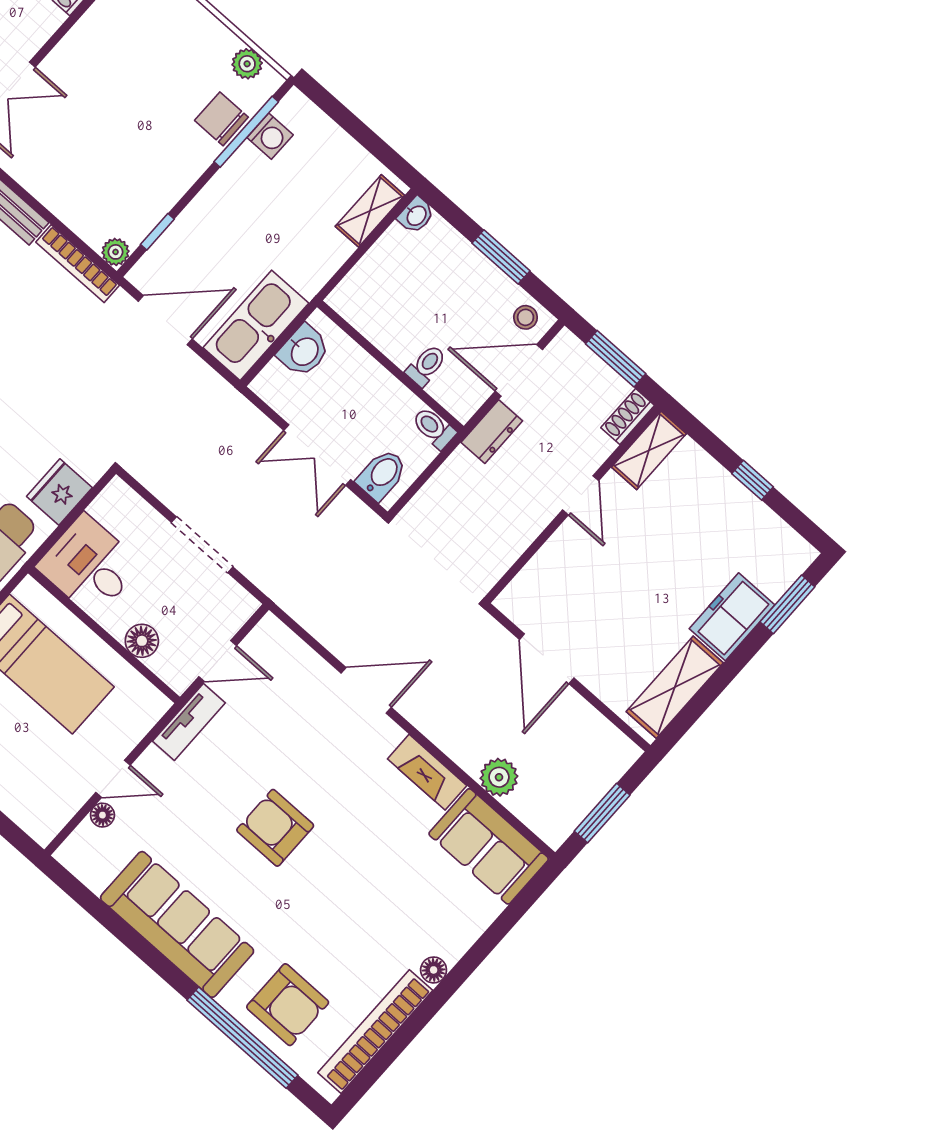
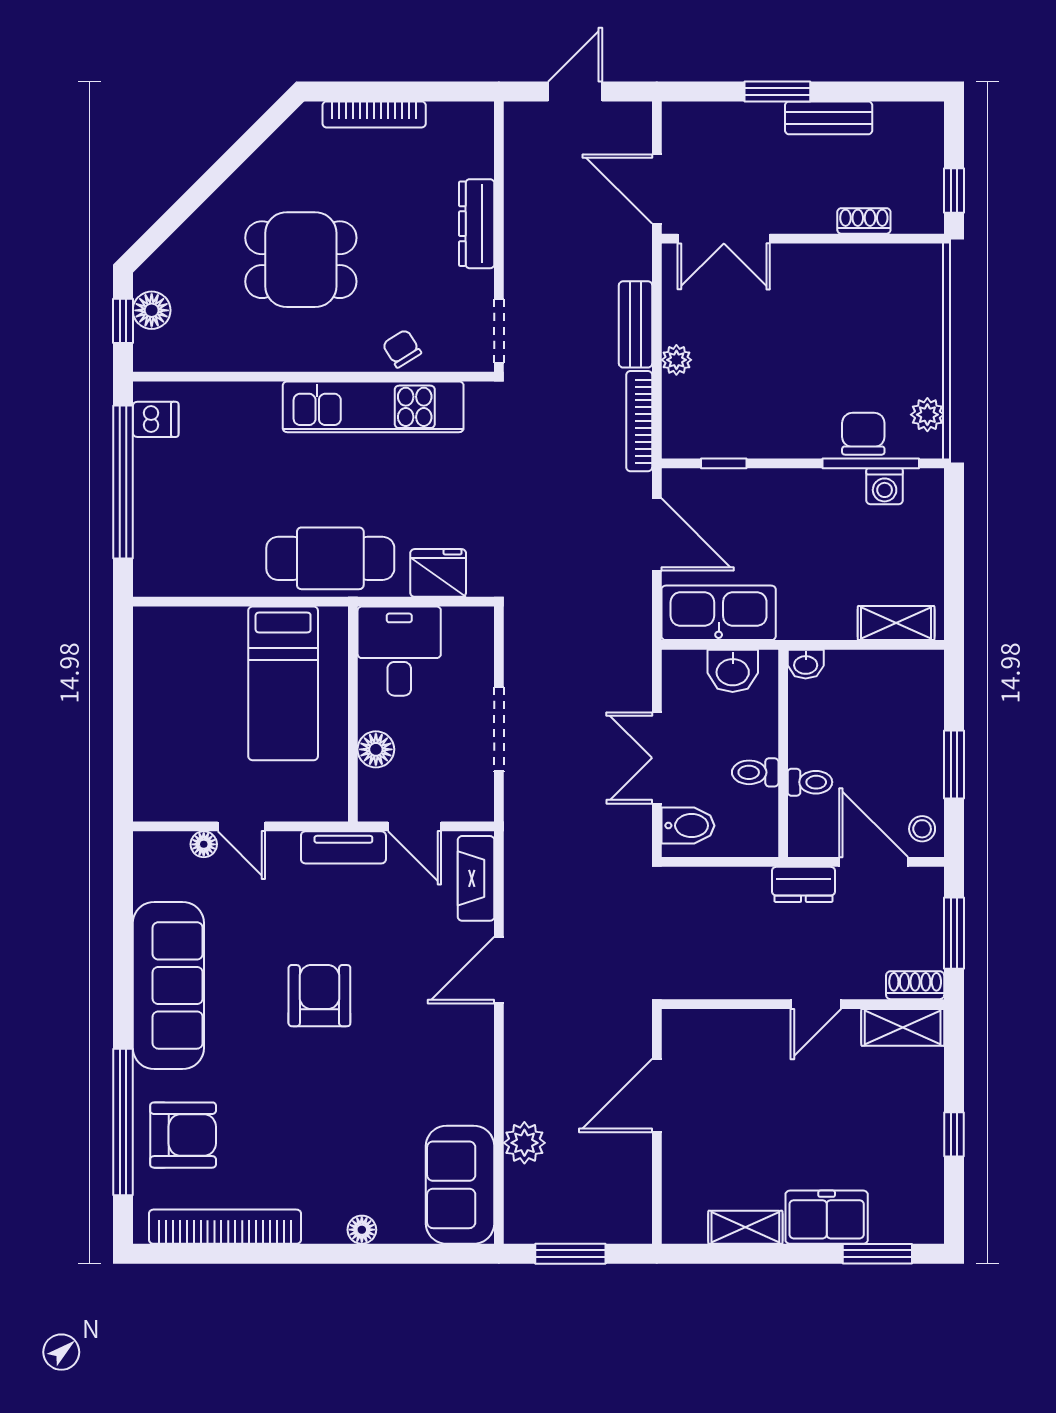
washbasin: (416, 215) -> (806, 664), moved
plant: (116, 252) -> (676, 360), moved
toilet: (434, 428) -> (755, 772), moved, turned -90
shelving: (675, 687) -> (745, 1227), width x0.67, depth x0.75
door: (366, 690) -> (499, 970), swing flipped
fireplace: (427, 772) -> (476, 878), moved
floor lamp: (434, 970) -> (362, 1230), moved
armchair: (288, 1005) -> (183, 1135), turned -90

